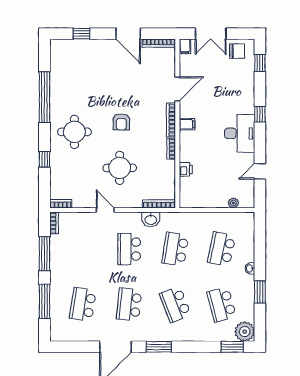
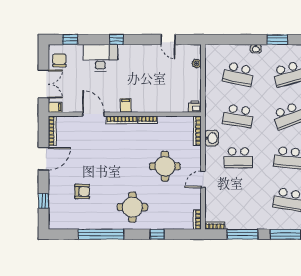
armchair: (121, 122) -> (82, 191), moved
desk: (240, 133) -> (100, 58), moved
printer: (186, 169) -> (195, 107), moved

